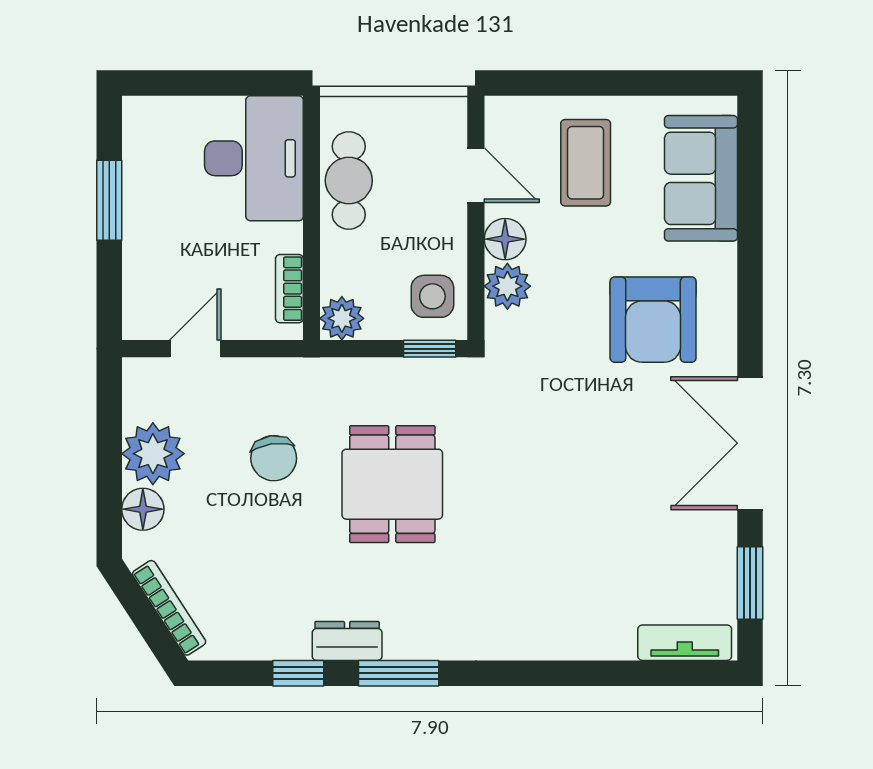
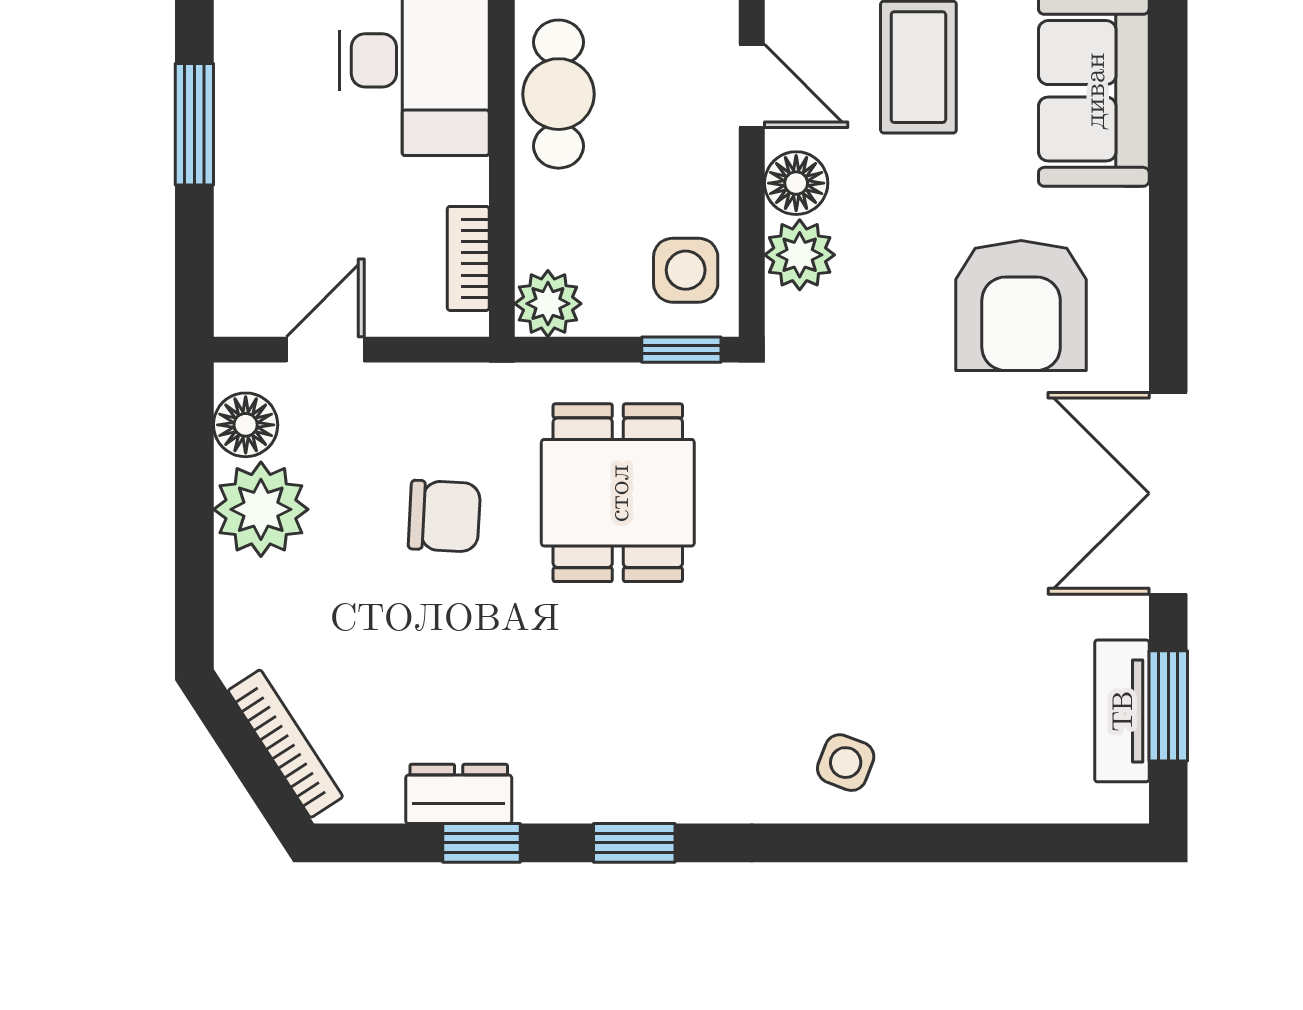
chair: (274, 458) -> (444, 516), turned -79
dining table: (392, 484) -> (618, 493), moved
floor lamp: (143, 509) -> (246, 425), moved
side table: (538, 620) -> (846, 763), added
dresser: (347, 641) -> (459, 794), moved
tv unit: (685, 643) -> (1122, 711), moved, turned -90
window: (399, 673) -> (634, 843), width x0.67

